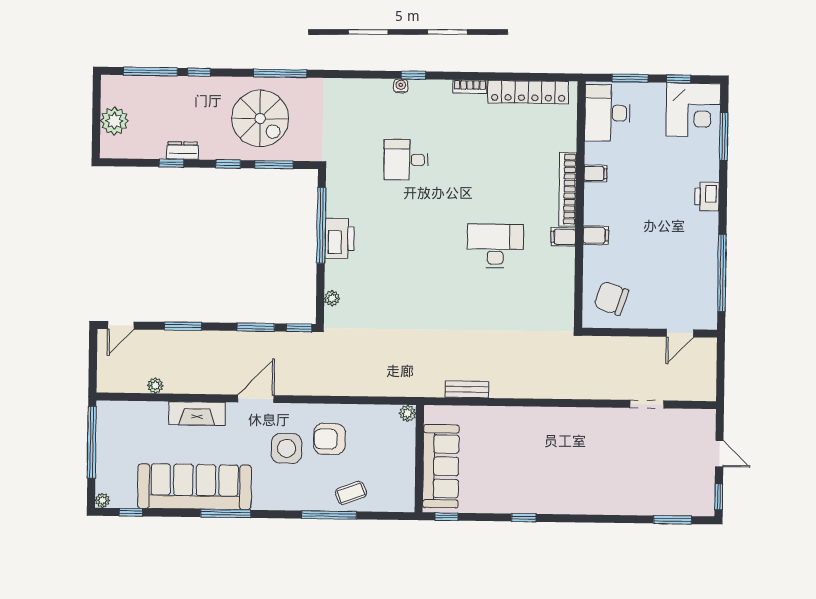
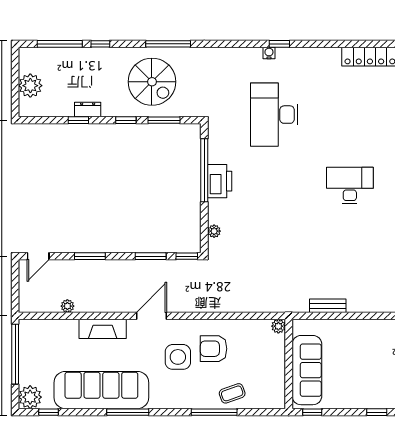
bookcase: (470, 87) -> (327, 53), removed
desk: (406, 160) -> (274, 115), width x1.87, depth x1.30
plant: (102, 500) -> (30, 397), width x1.87, depth x1.87

